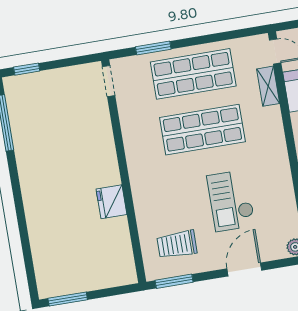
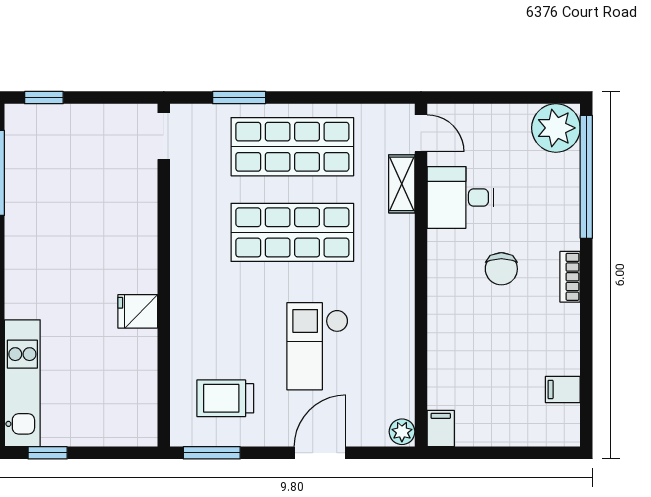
fridge: (111, 202) -> (138, 311), width x0.72
kitchen unit: (44, 257) -> (22, 383), added
window: (68, 299) -> (48, 453), width x0.67

